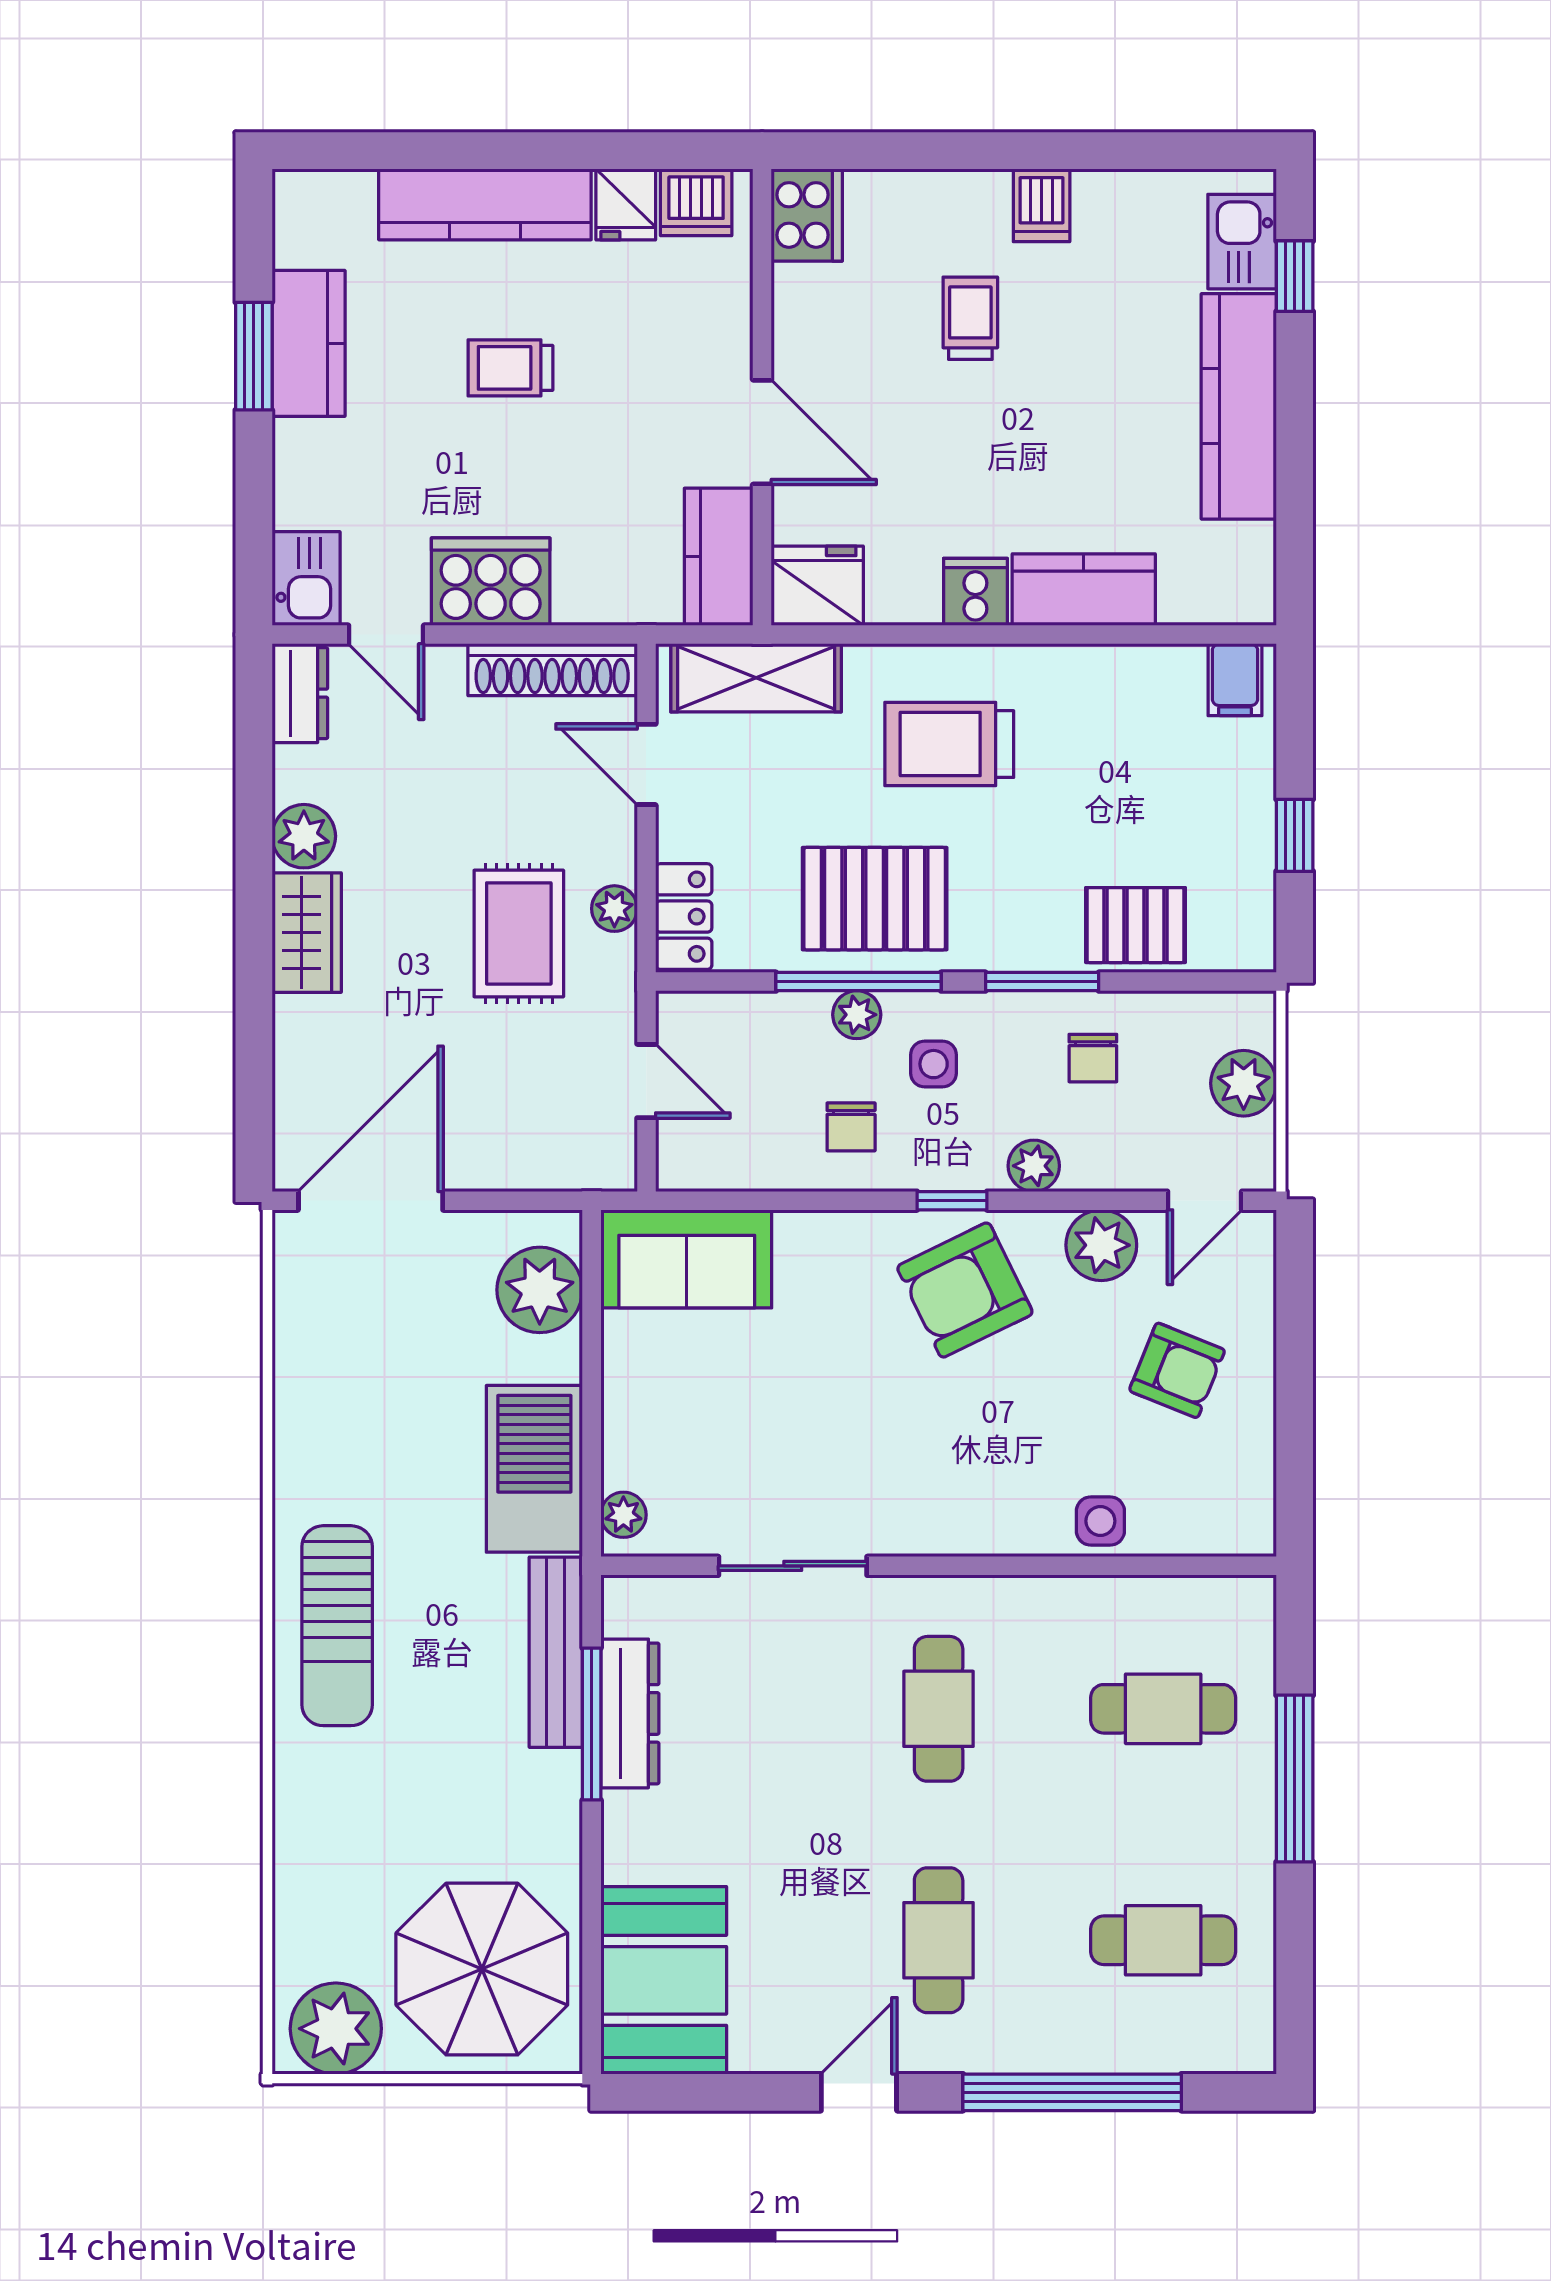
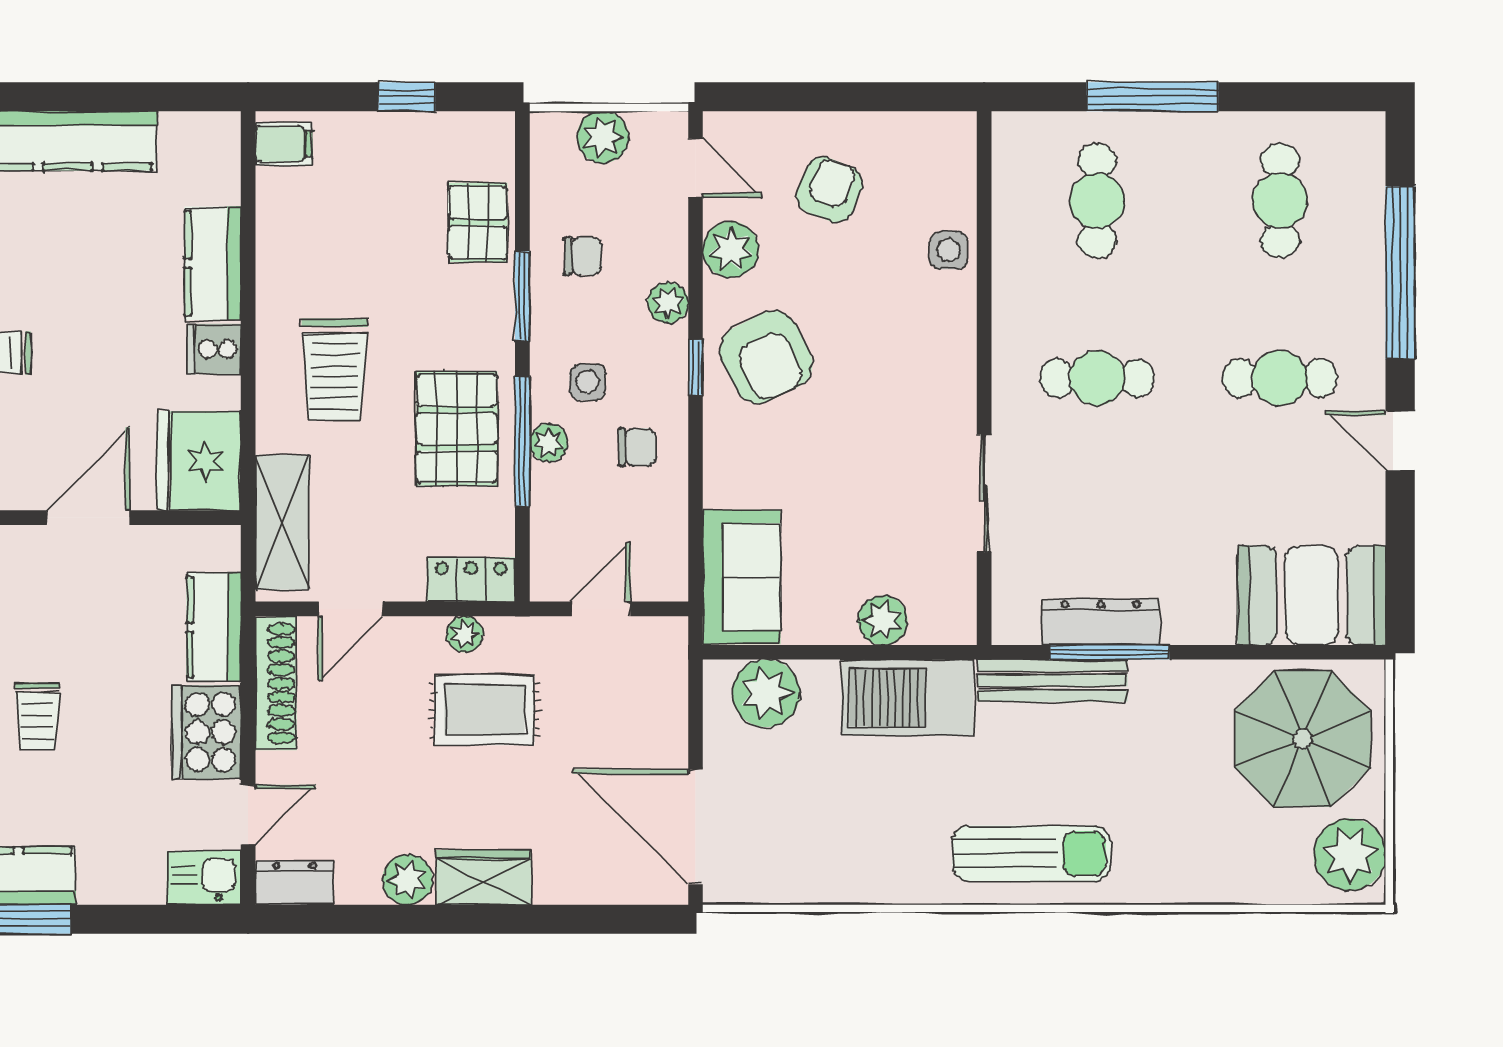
kitchen counter: (719, 557) -> (214, 627), moved, turned 90
fridge: (817, 586) -> (199, 461), width x1.36, depth x1.34
plant: (623, 1515) -> (883, 620), moved, width x1.38, depth x1.38

